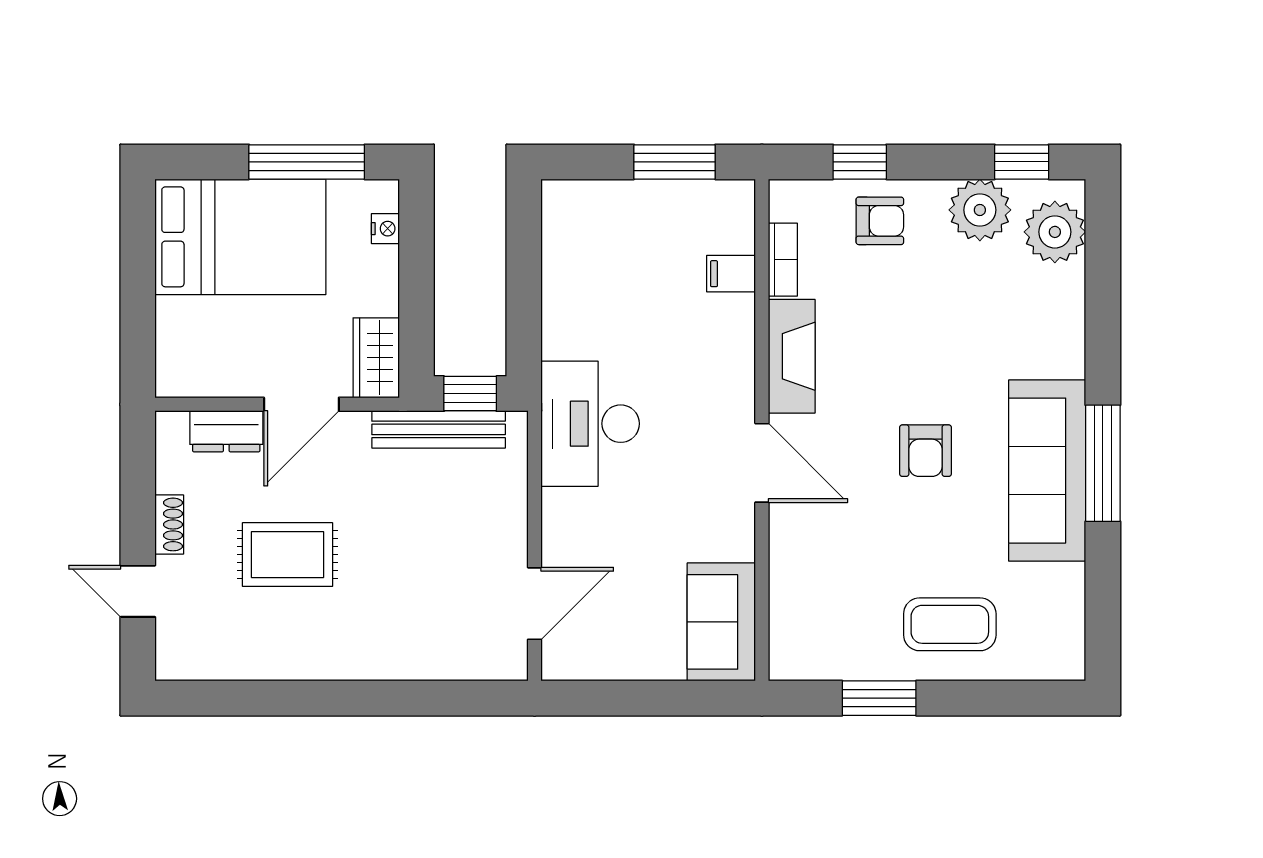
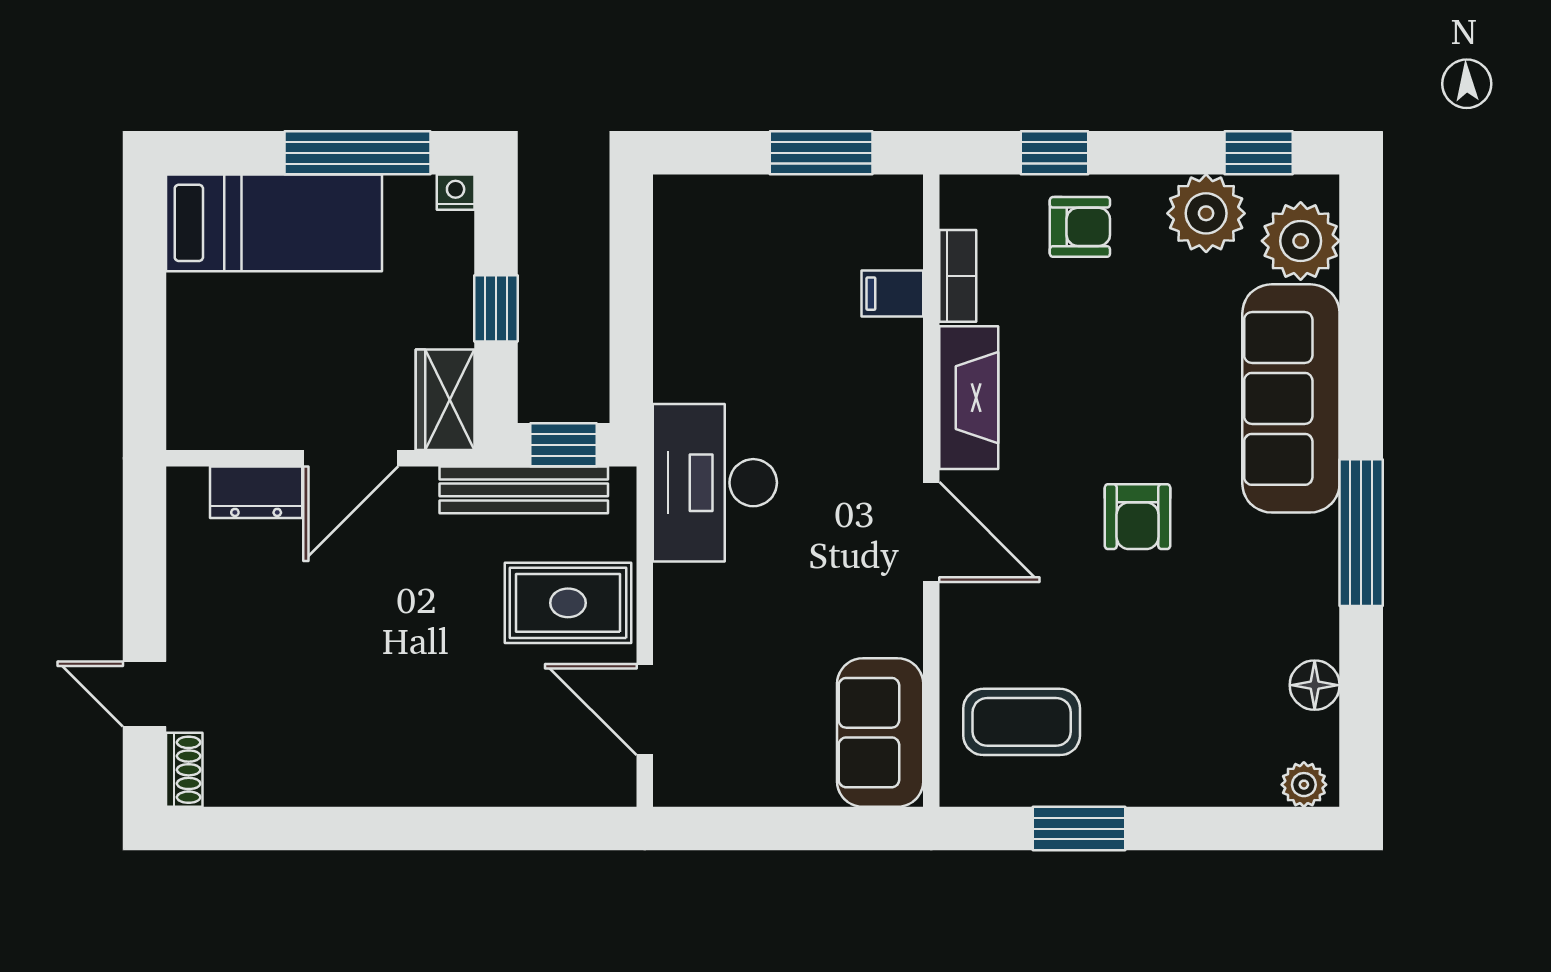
nightstand: (385, 229) -> (456, 192), moved, turned -90
bed: (240, 237) -> (274, 223), width x0.67
window: (417, 285) -> (496, 308), added
sofa: (1047, 471) -> (1291, 398), moved
shoe rack: (169, 524) -> (184, 770), moved
rug: (287, 555) -> (568, 603), moved
floor lamp: (1066, 584) -> (1315, 685), added
door: (535, 604) -> (645, 709), swing flipped
coffee table: (950, 624) -> (1022, 722), moved
plant: (1057, 663) -> (1304, 785), added

